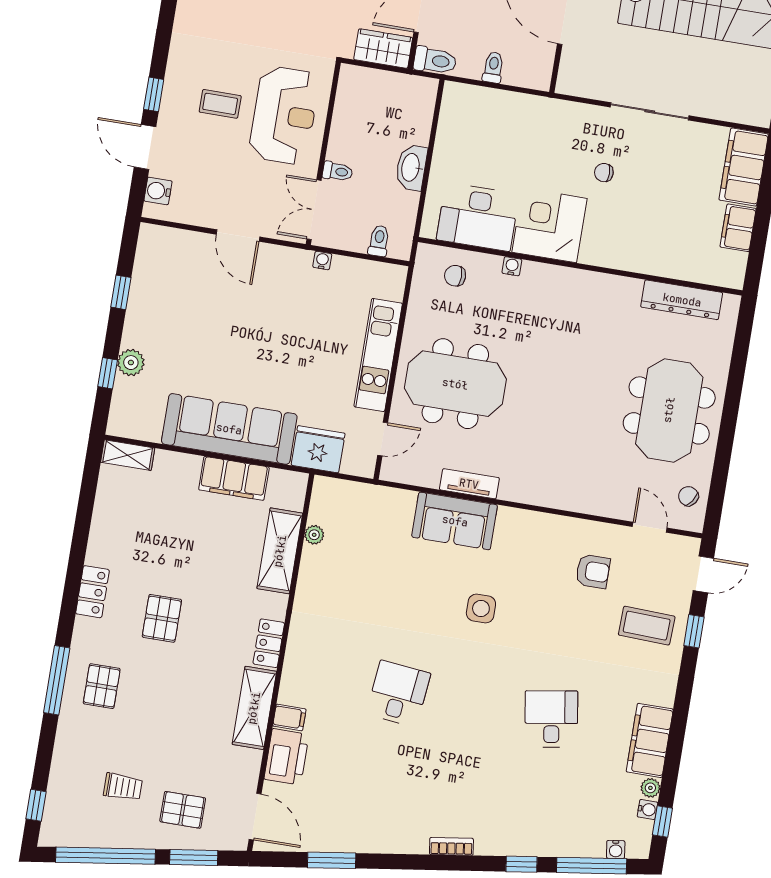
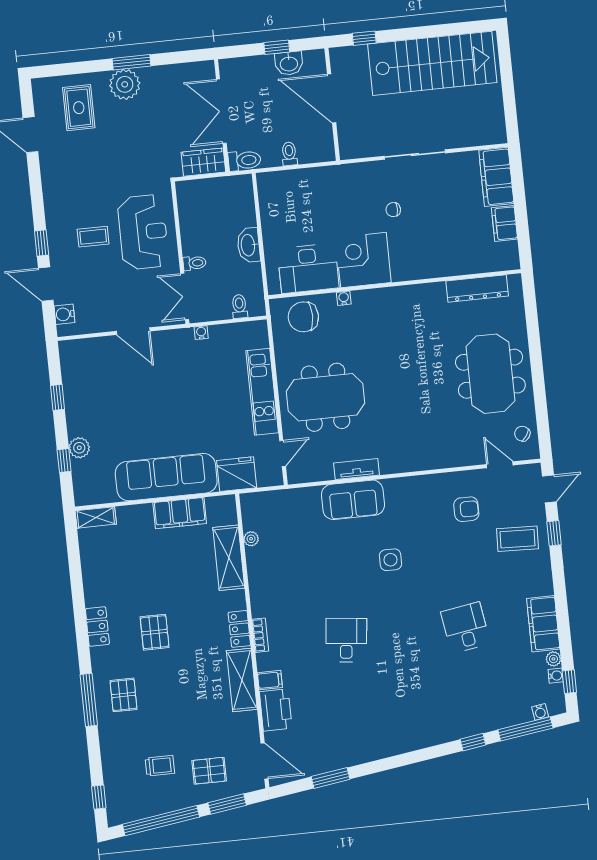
chair: (455, 276) -> (303, 317), width x1.87, depth x1.87
bookcase: (451, 846) -> (260, 635), moved, turned 98

